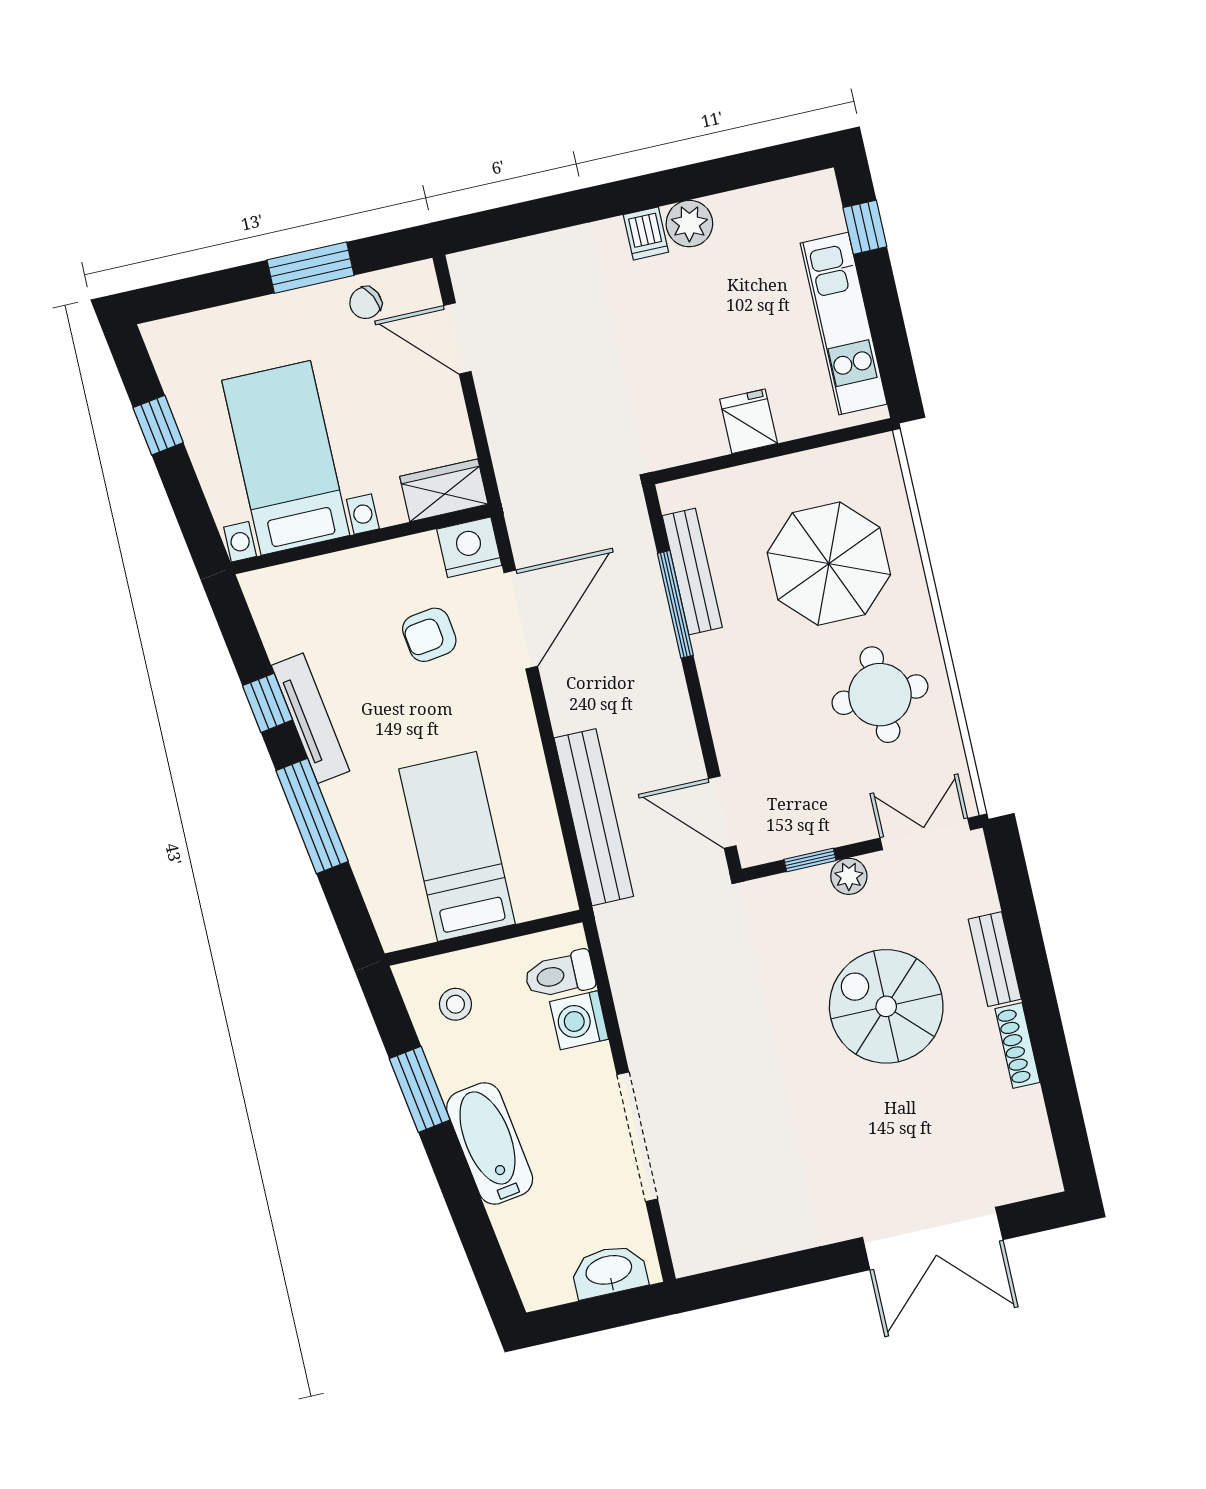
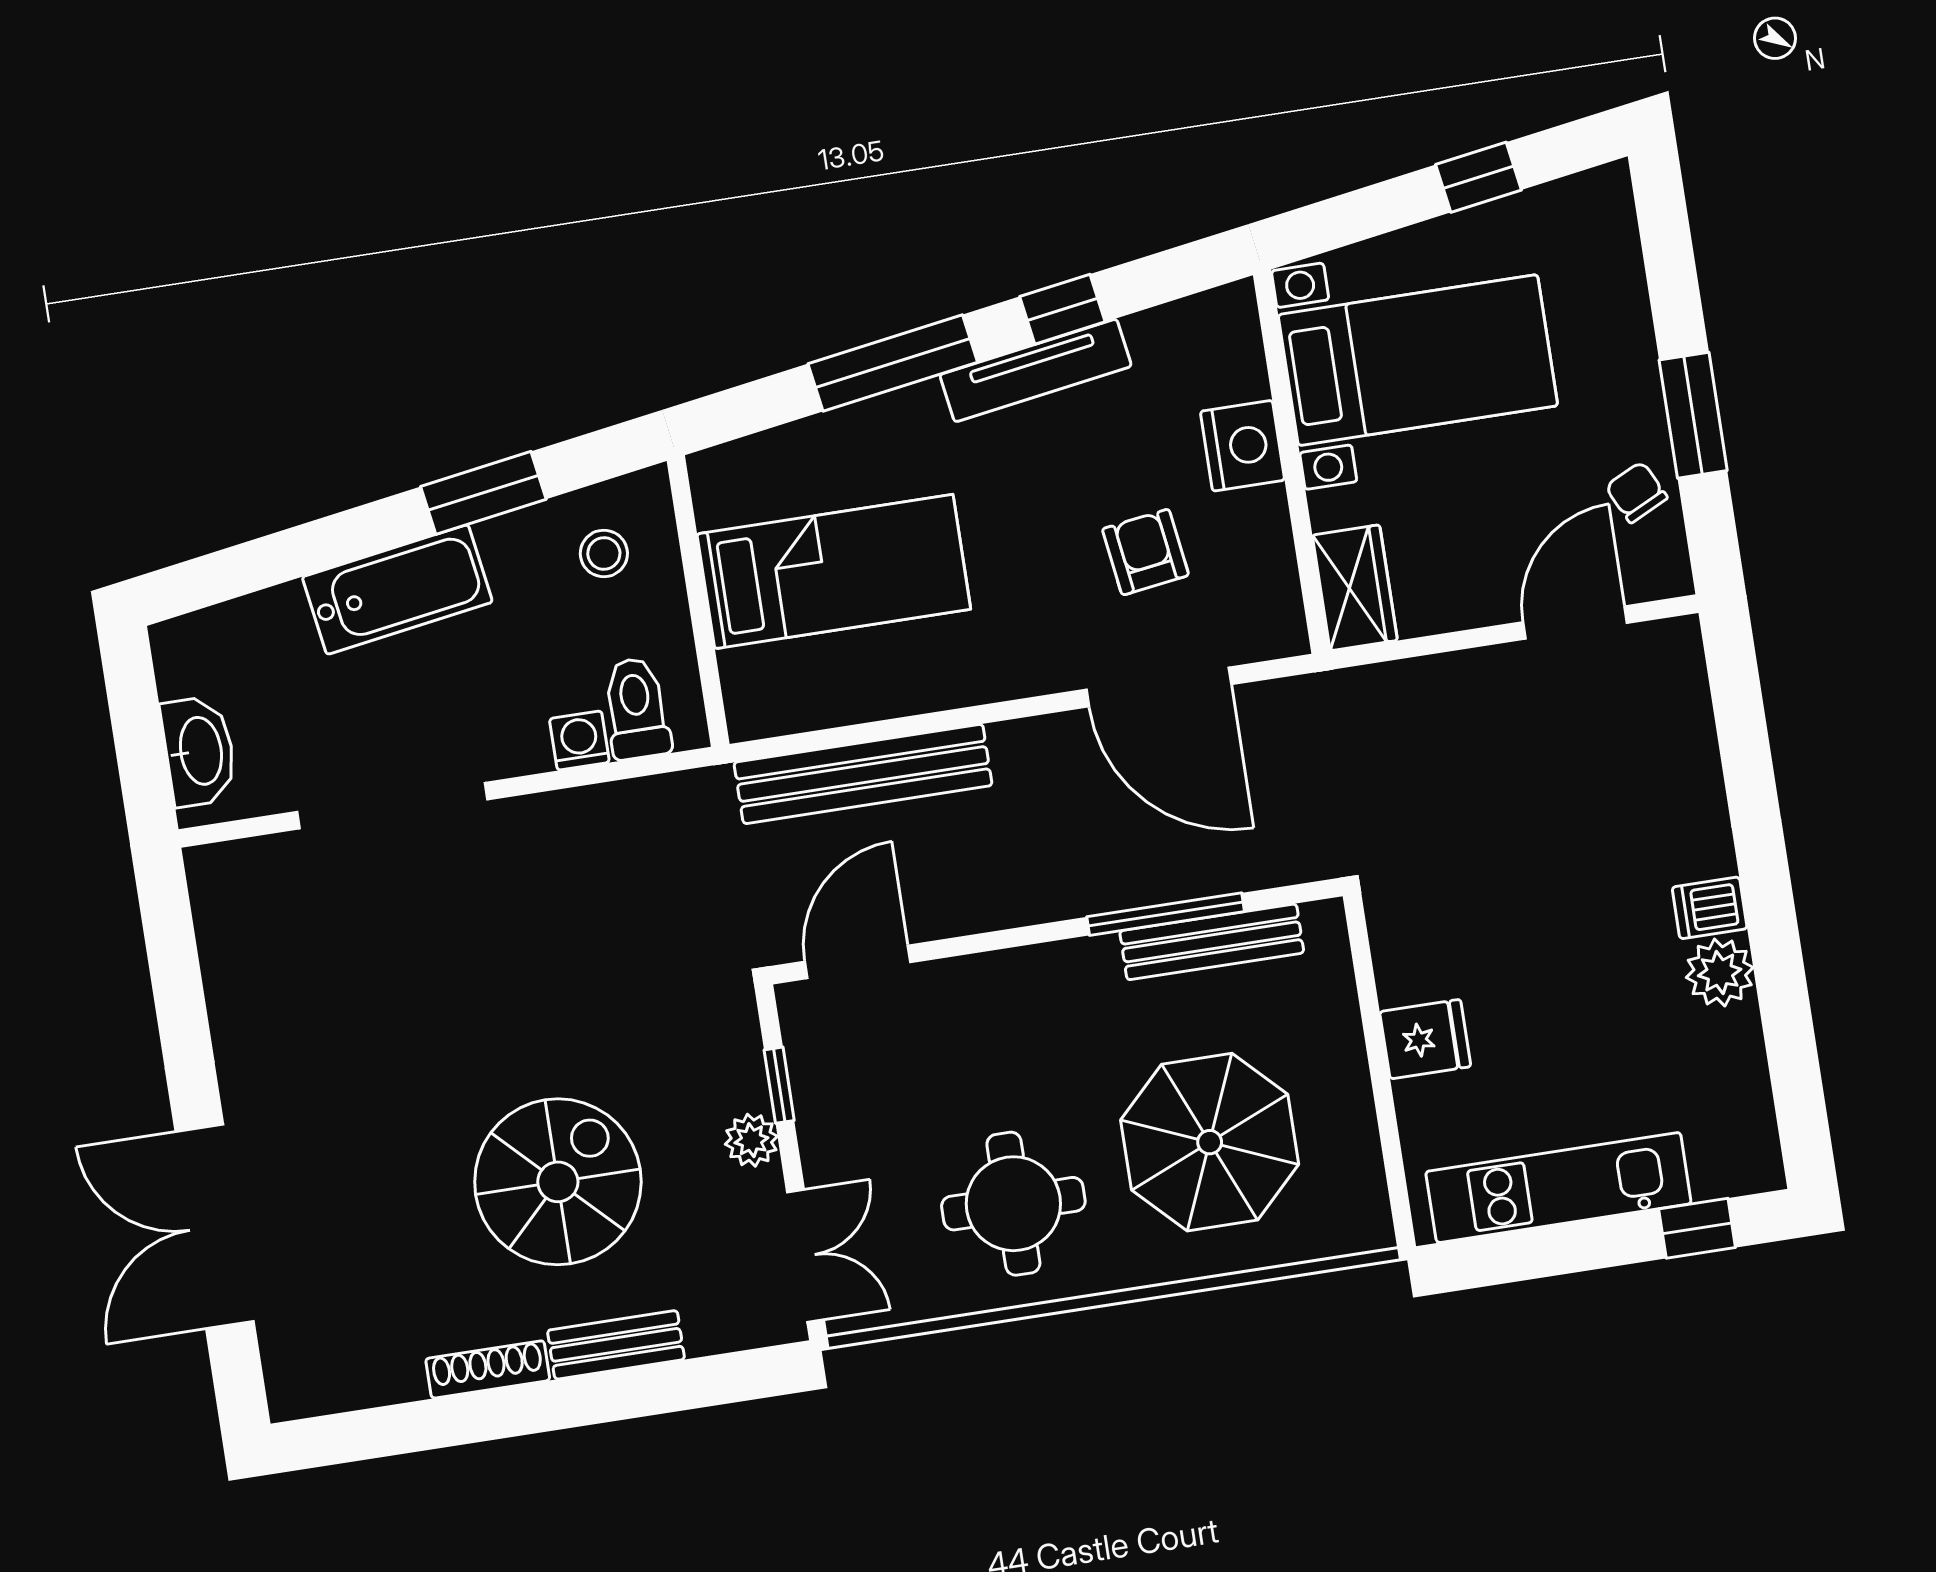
nightstand: (469, 547) -> (1242, 446), moved
washing machine: (579, 1020) -> (579, 741), width x0.73, depth x0.73

